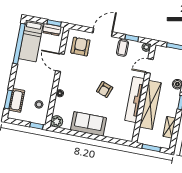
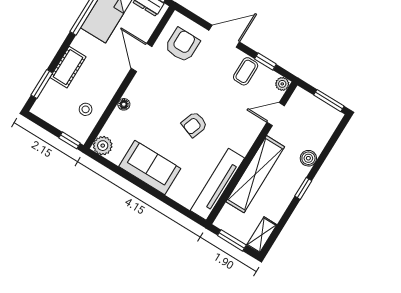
cot: (17, 100) -> (68, 67), moved
tv unit: (135, 100) -> (217, 184), moved
shelving: (169, 127) -> (262, 235), moved

